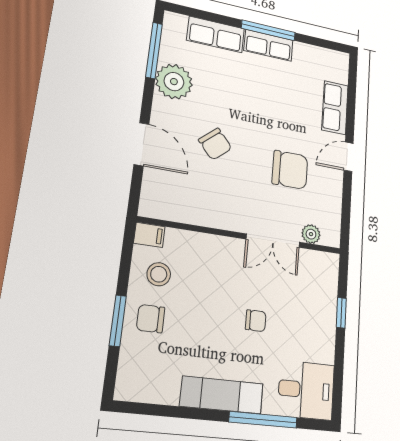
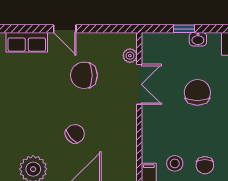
chair: (290, 170) -> (84, 75), turned -90
chair: (256, 321) -> (197, 92), width x1.87, depth x1.87
washbasin: (327, 331) -> (198, 39), added

